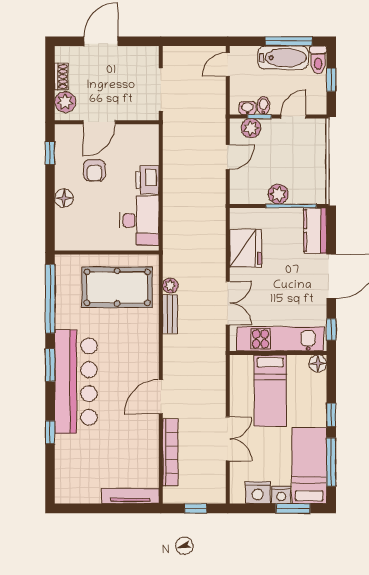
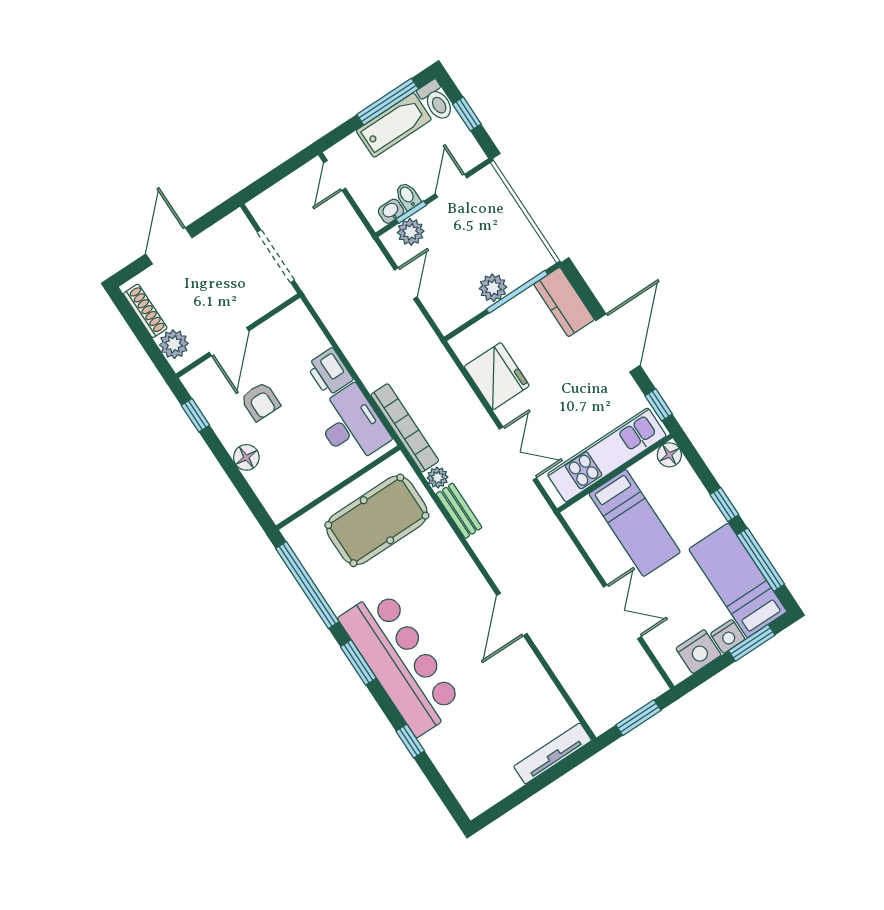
shoe rack: (61, 77) -> (145, 311), width x1.43
bookcase: (170, 453) -> (405, 428), moved
window: (196, 508) -> (638, 718), width x1.50

